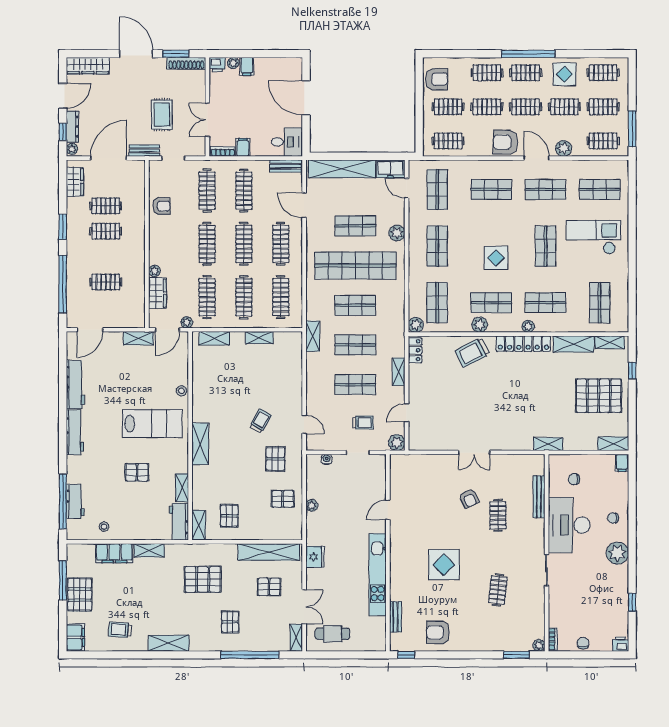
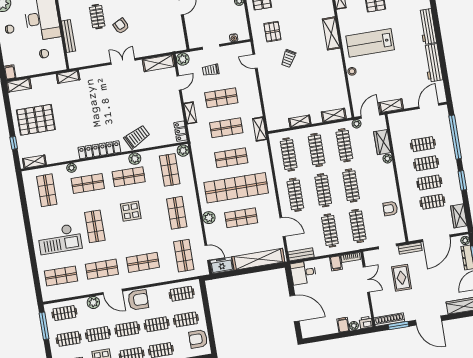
clothes rail: (106, 257) -> (426, 163), added
plant: (528, 326) -> (72, 168), moved
shelving: (574, 344) -> (159, 63), moved

